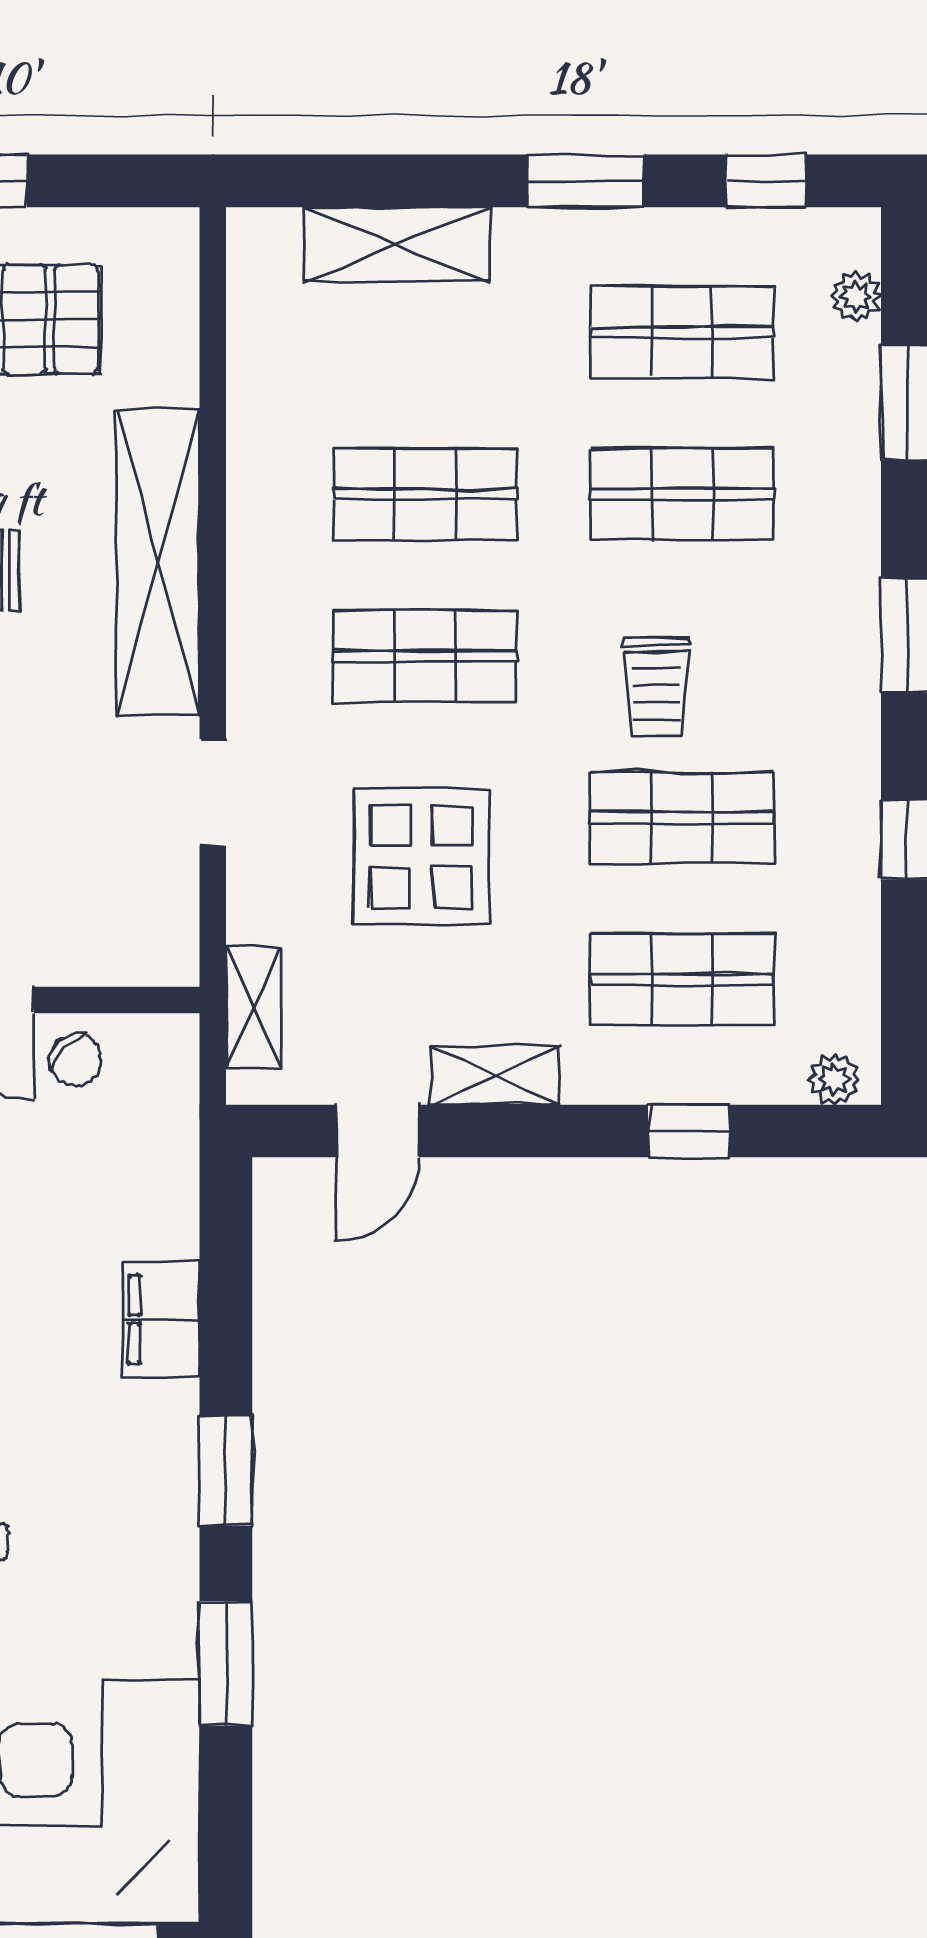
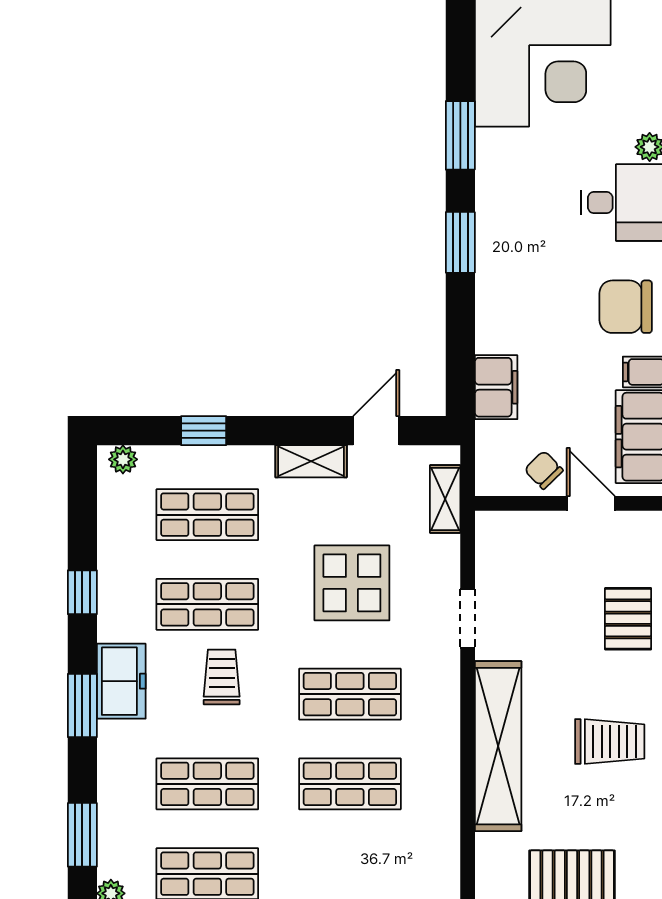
freezer: (837, 679) -> (121, 681), added
filing cabinet: (161, 1319) -> (496, 387), moved

